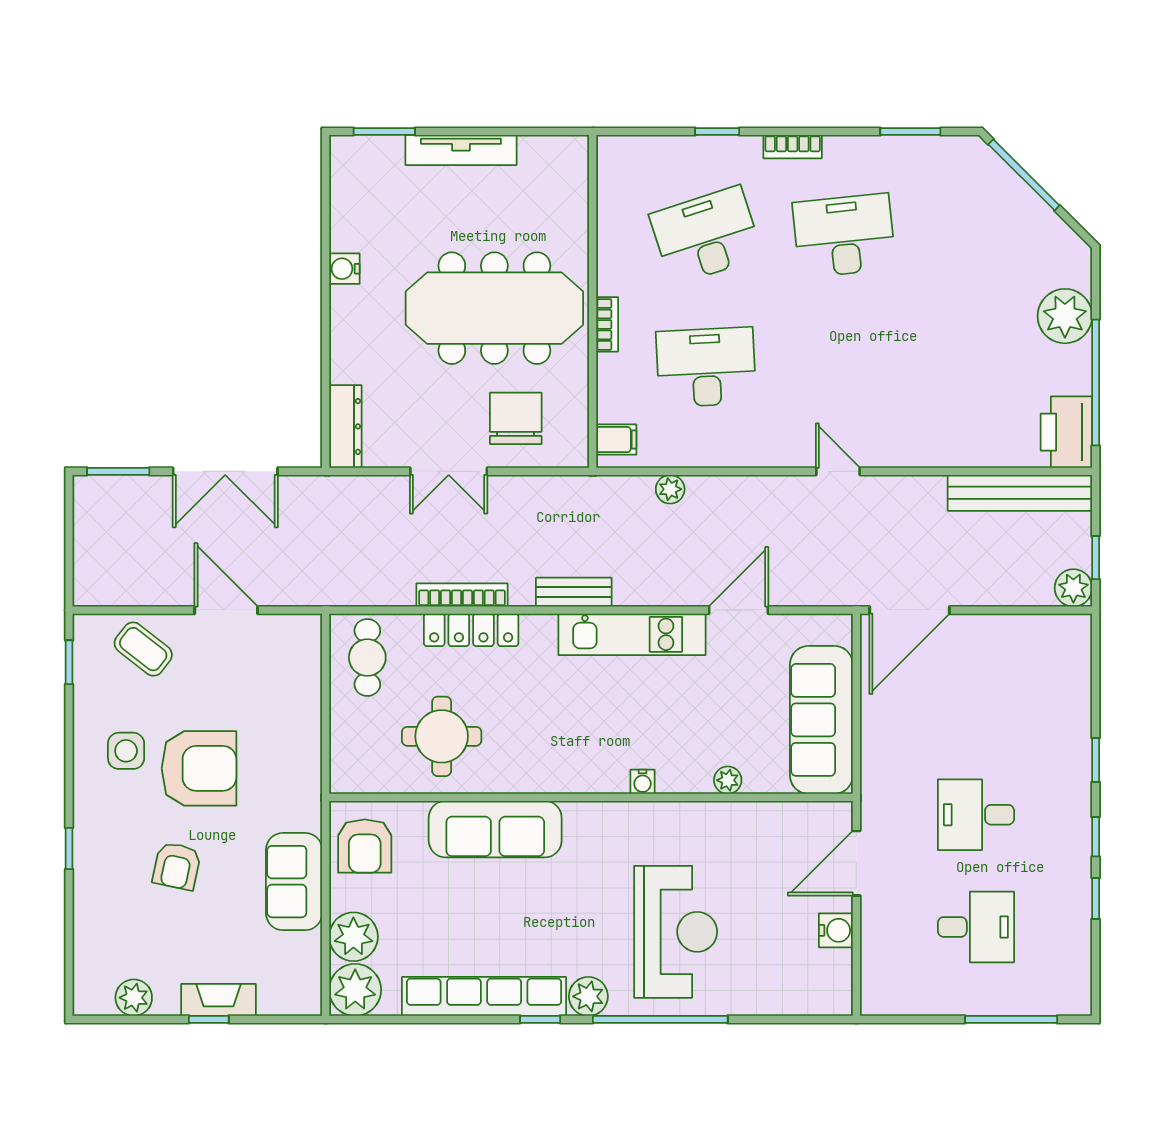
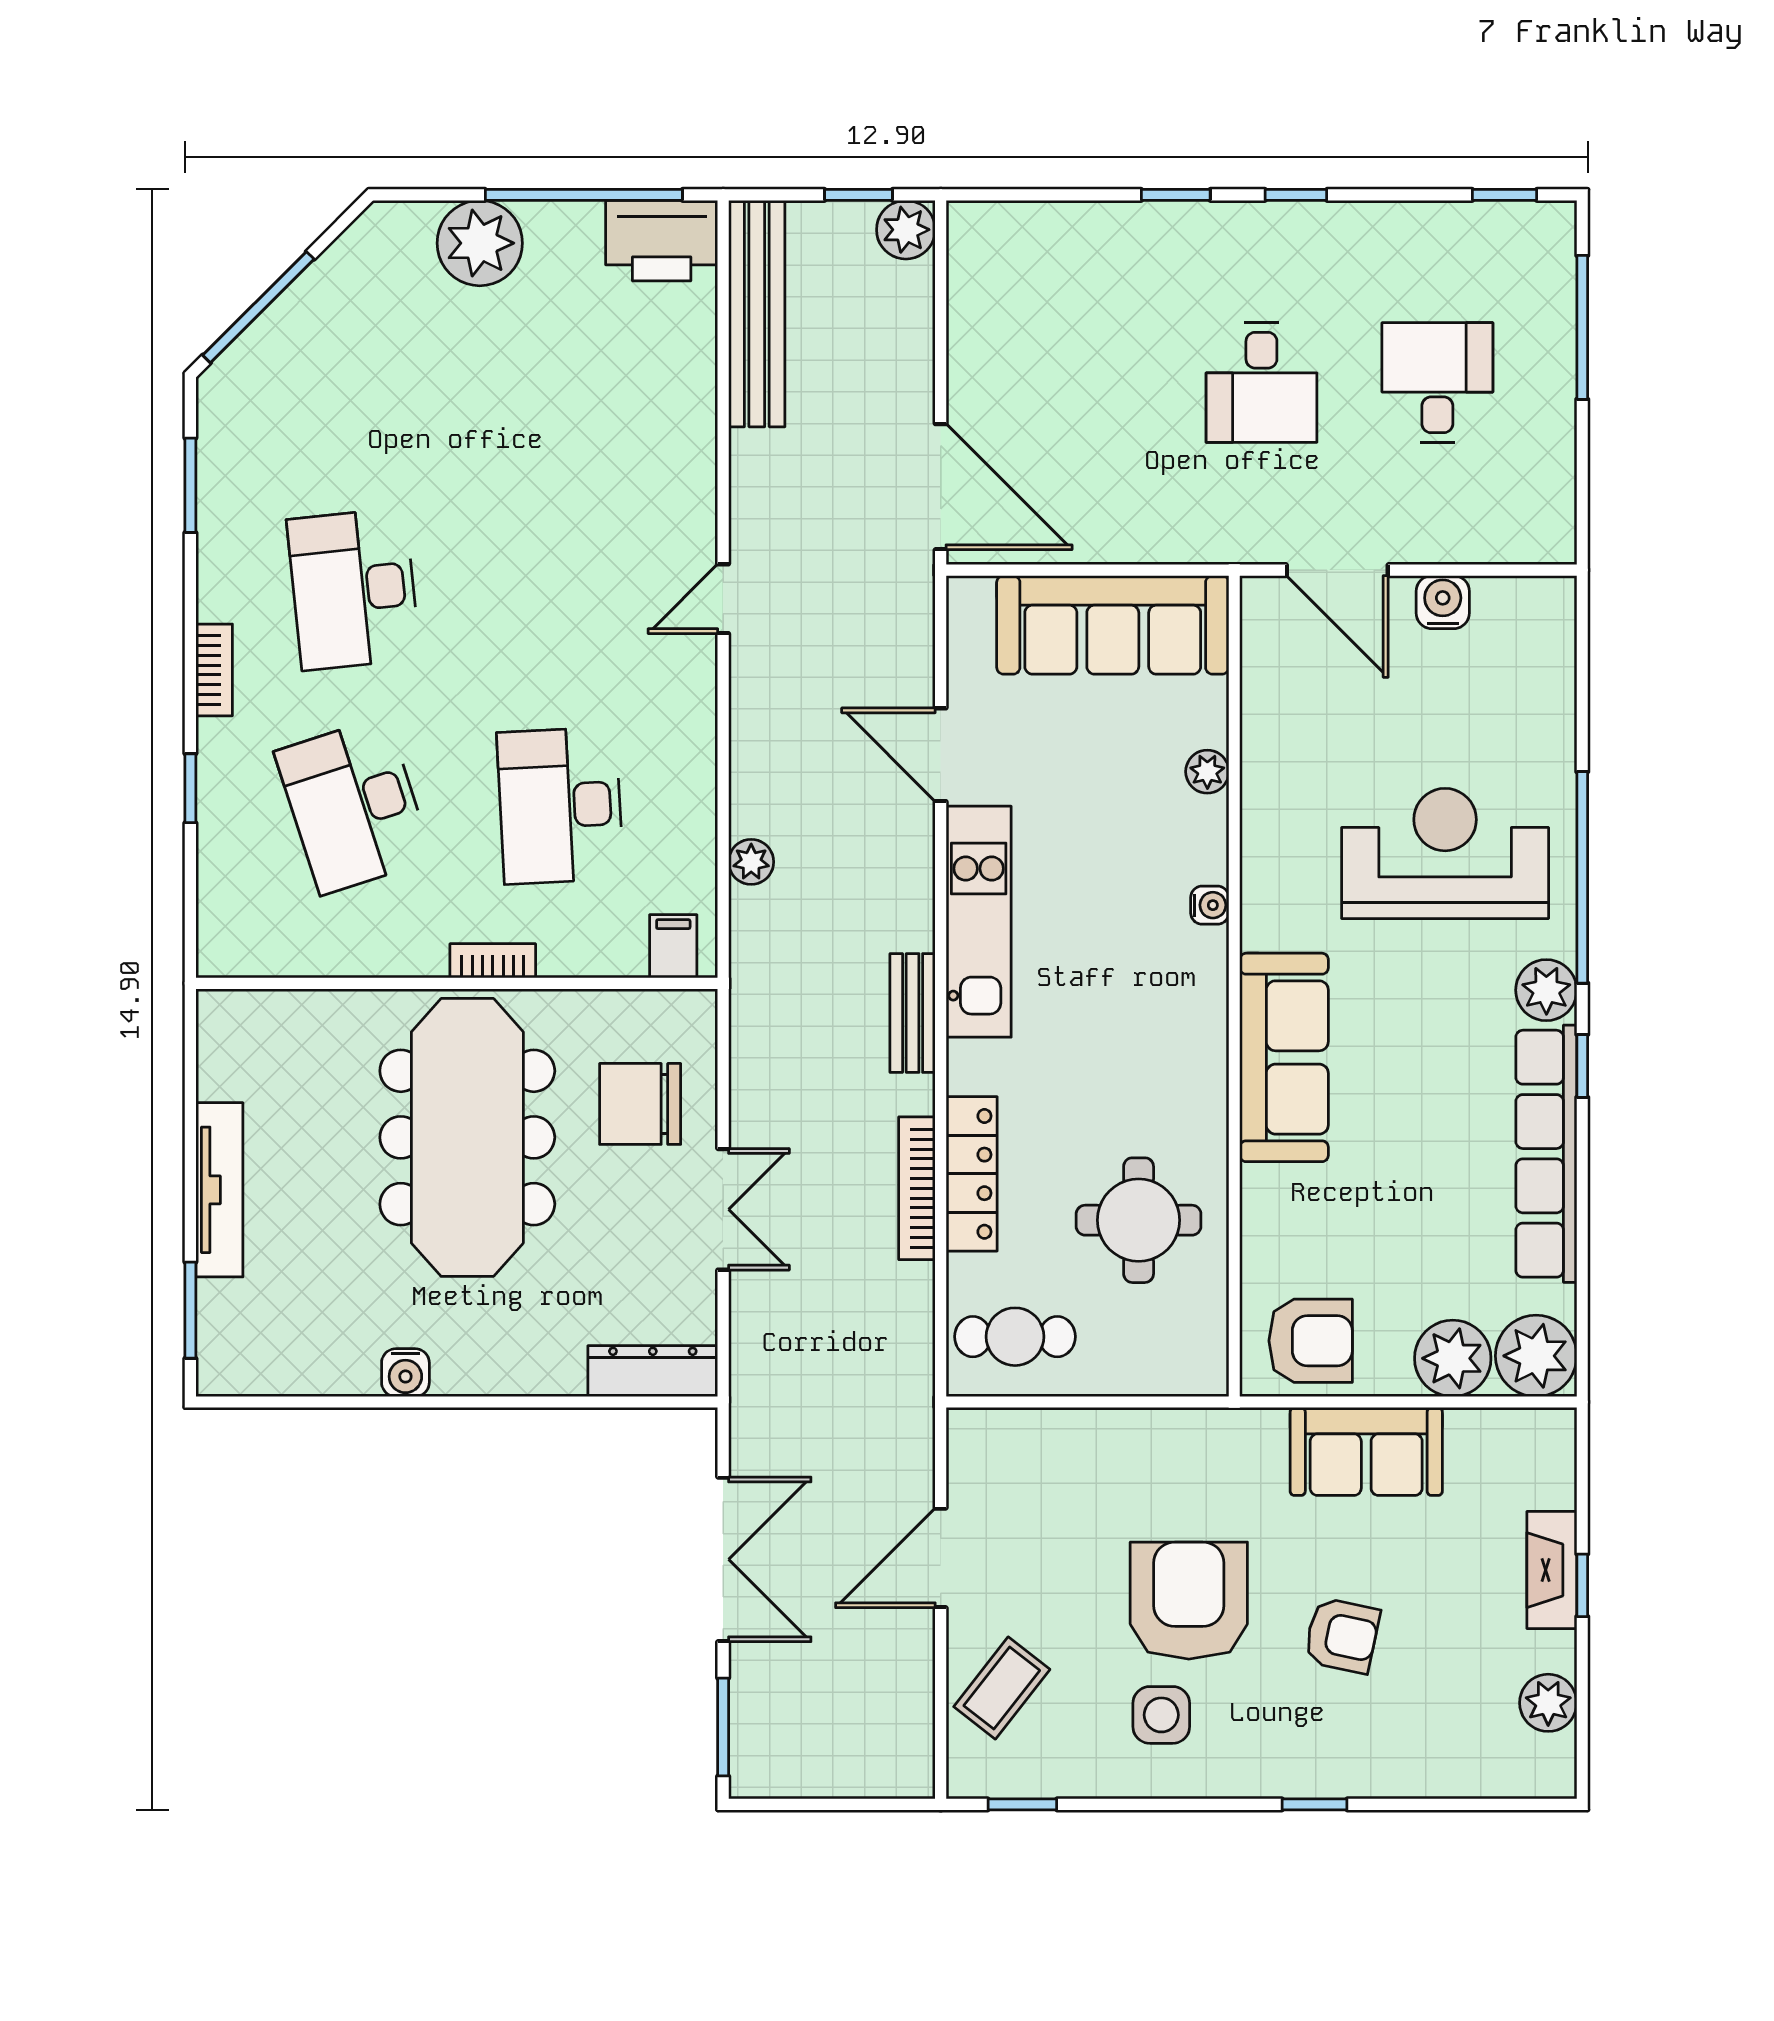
sofa: (495, 829) -> (1284, 1057), moved
window: (1096, 899) -> (1505, 195), moved

